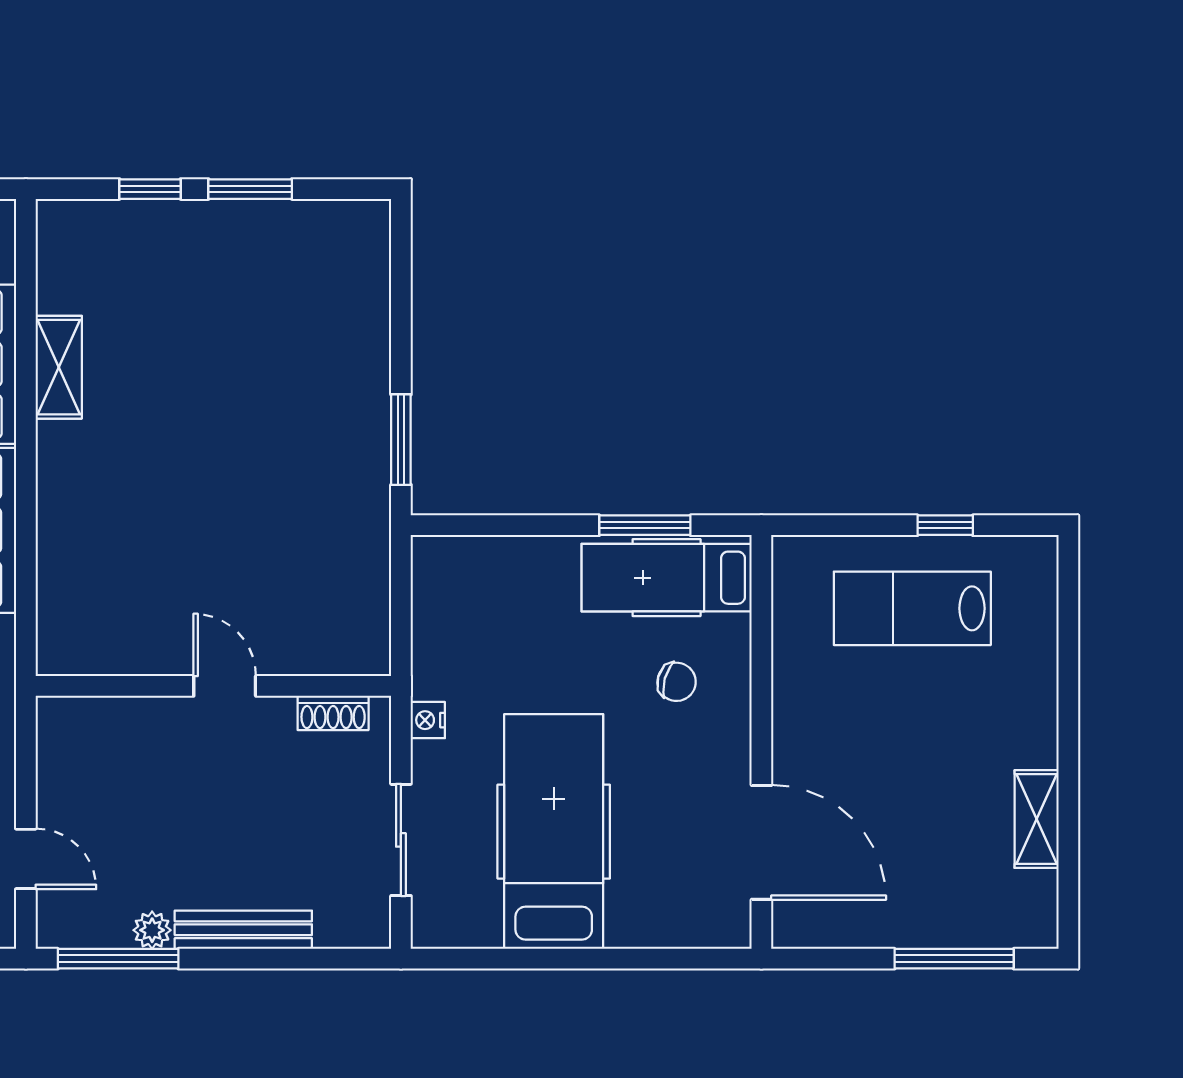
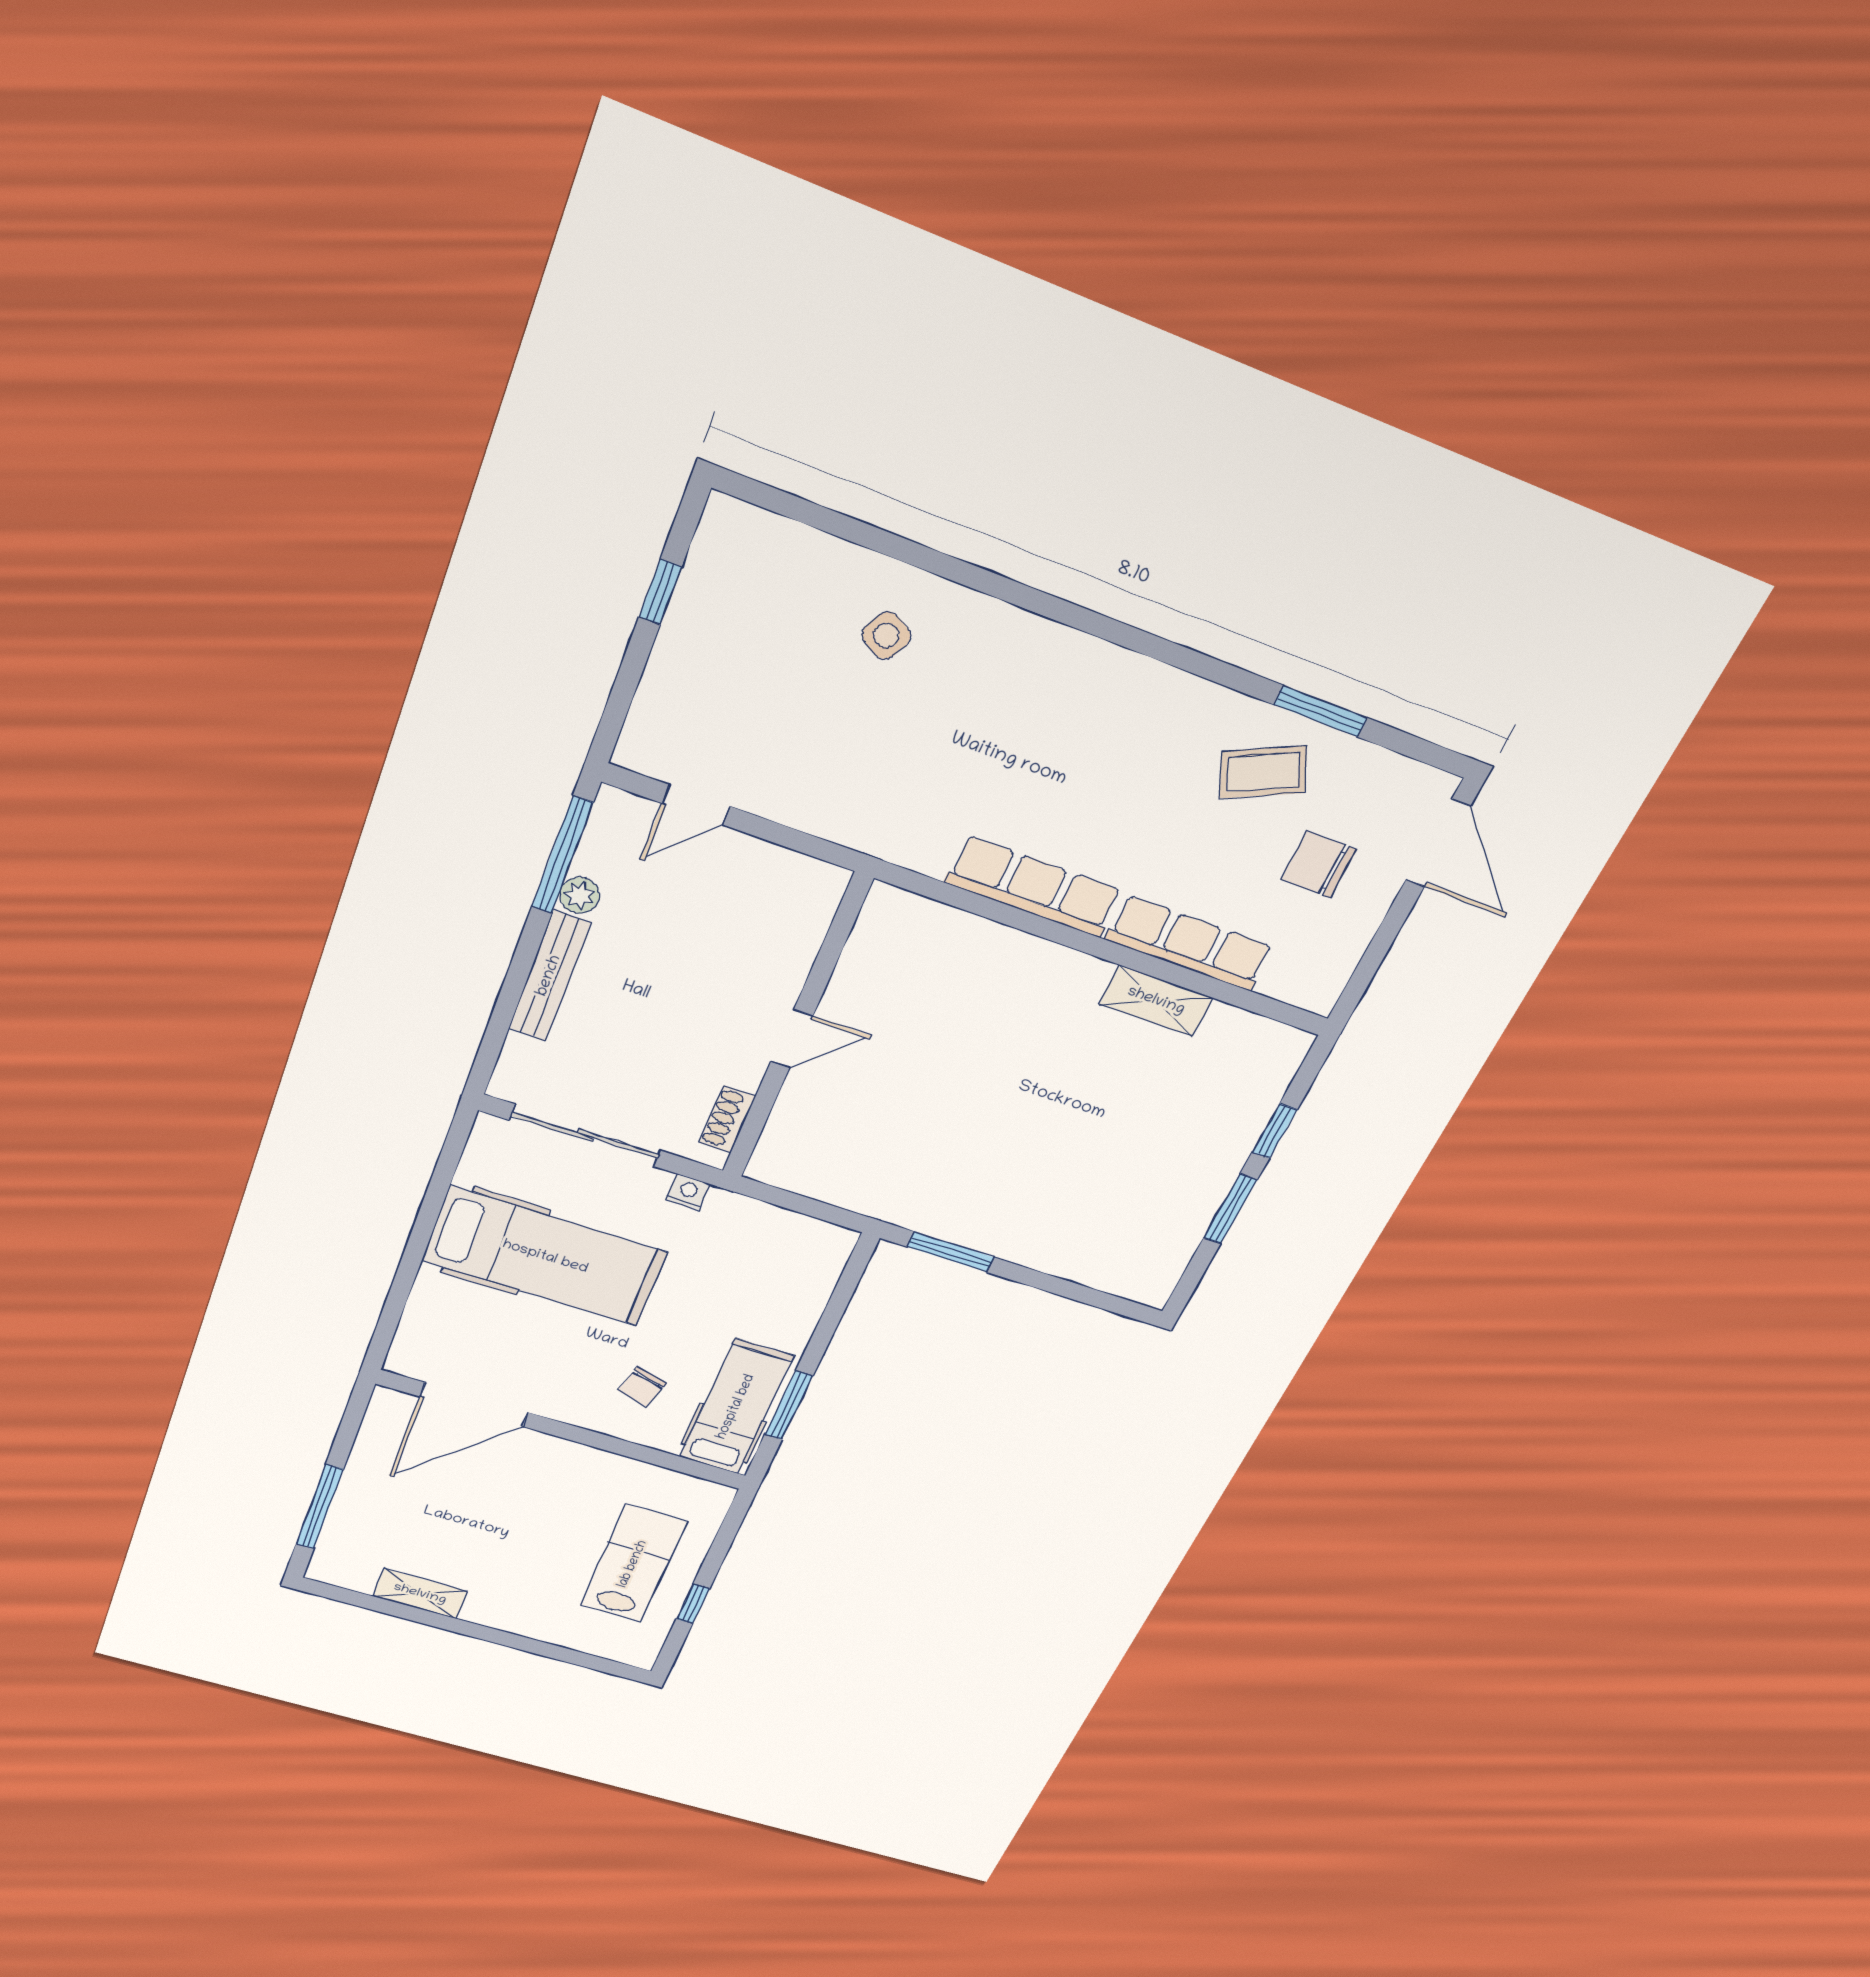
sliding door: (401, 840) -> (585, 1135), width x1.37

